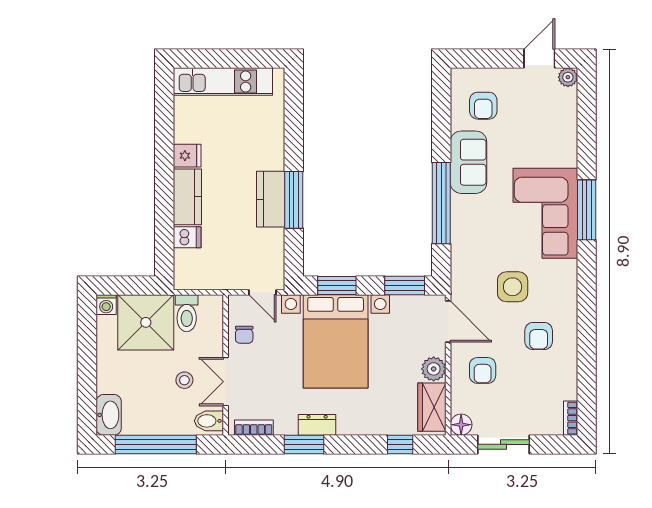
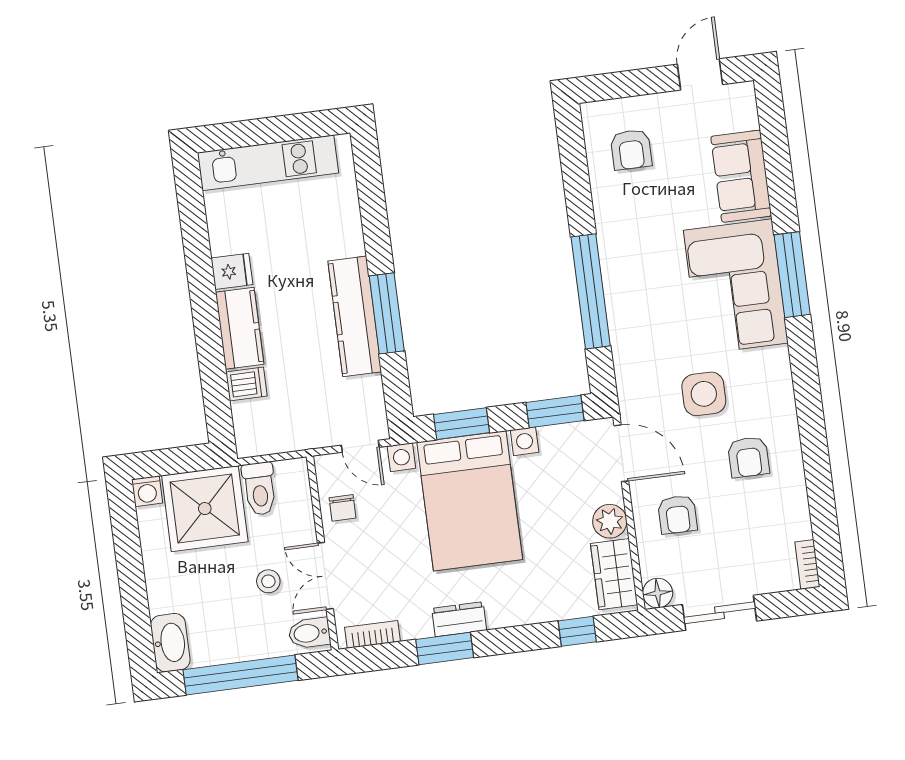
plant: (568, 77) -> (743, 95), removed
sofa: (468, 162) -> (741, 176), moved, turned 180
kitchen counter: (271, 199) -> (355, 316), width x1.50

